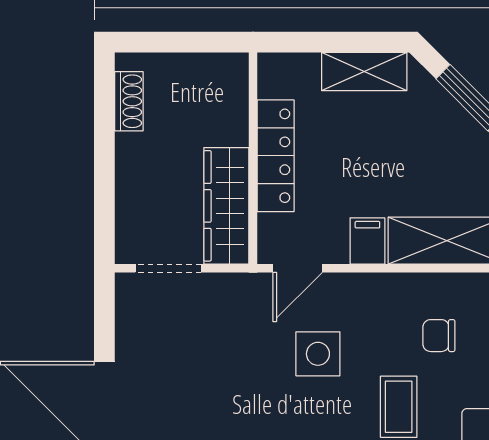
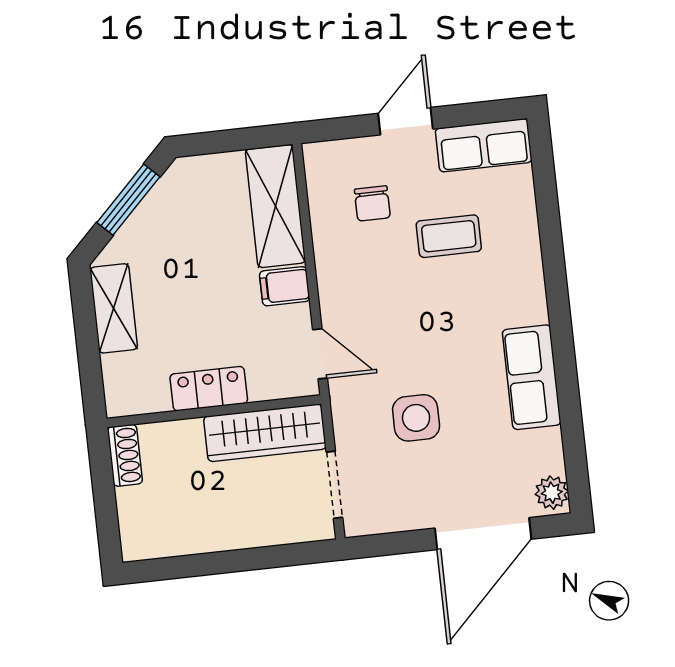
shoe rack: (129, 101) -> (125, 455), moved, turned 90
locker: (276, 156) -> (209, 389), width x0.66
side table: (318, 354) -> (416, 418), moved

